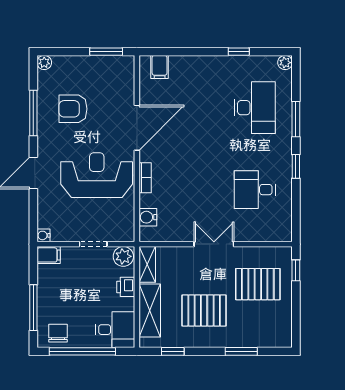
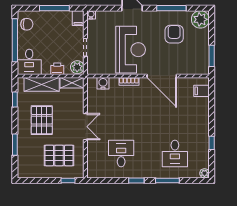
plant: (44, 63) -> (200, 19), width x1.87, depth x1.87
desk: (255, 108) -> (175, 153), width x0.73
pallet: (258, 284) -> (59, 155), turned 90
window: (33, 308) -> (54, 8), moved

